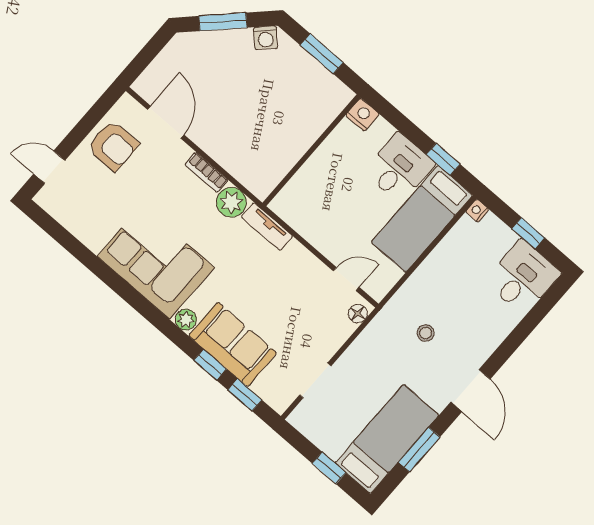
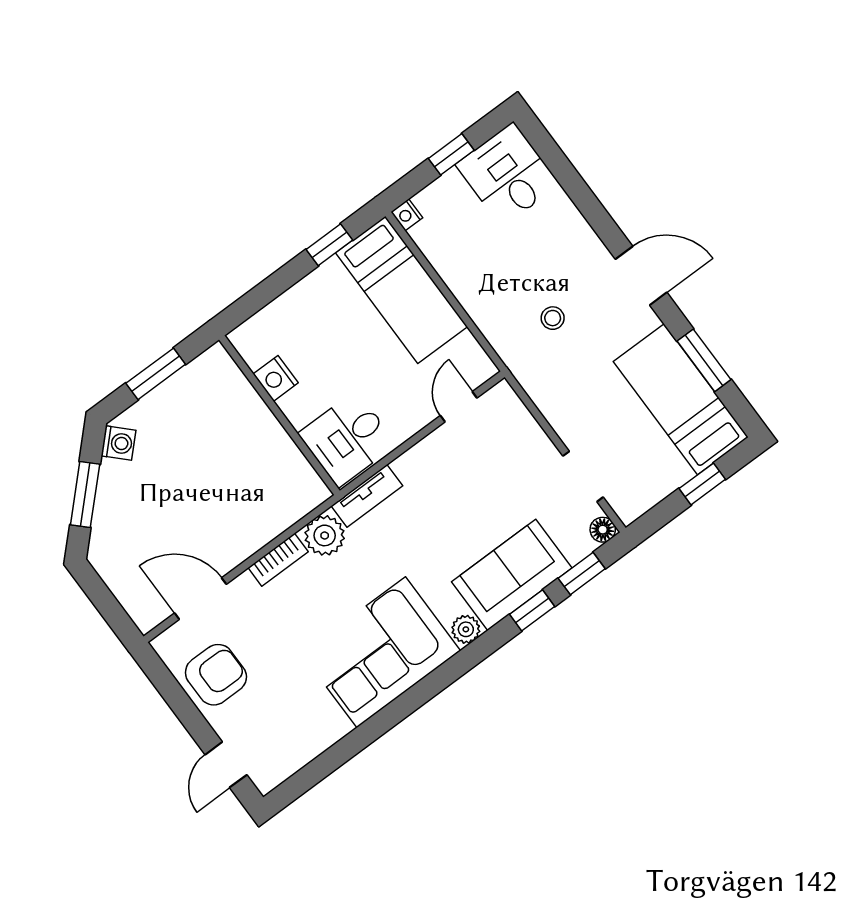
nightstand: (362, 115) -> (276, 378), moved, turned -90
desk: (399, 168) -> (347, 439), moved, turned -90
floor lamp: (358, 314) -> (603, 530), moved

